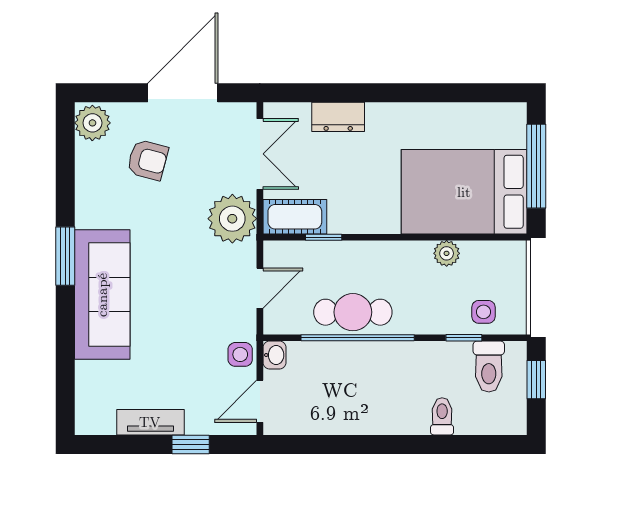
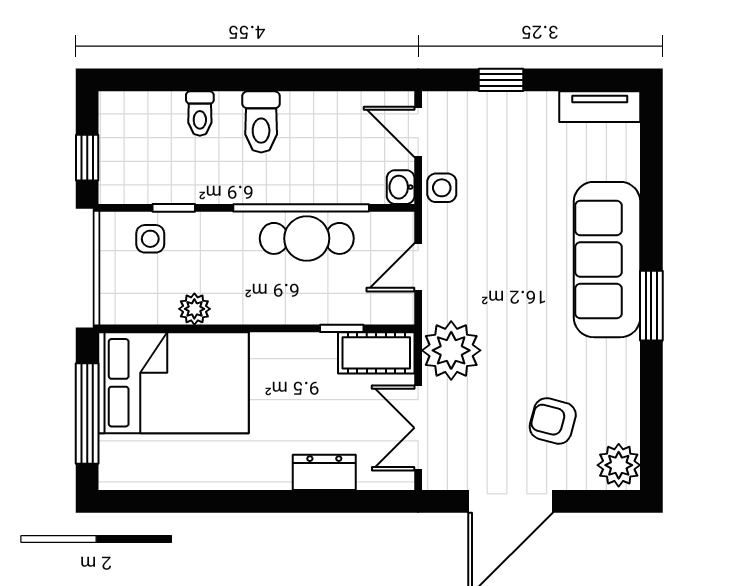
toilet: (489, 366) -> (261, 122), moved, turned 180
door: (260, 401) -> (418, 132), swing flipped
tv unit: (150, 422) -> (600, 107), moved

